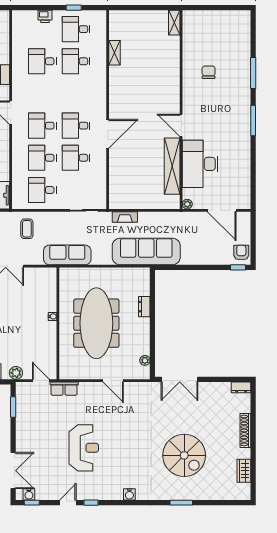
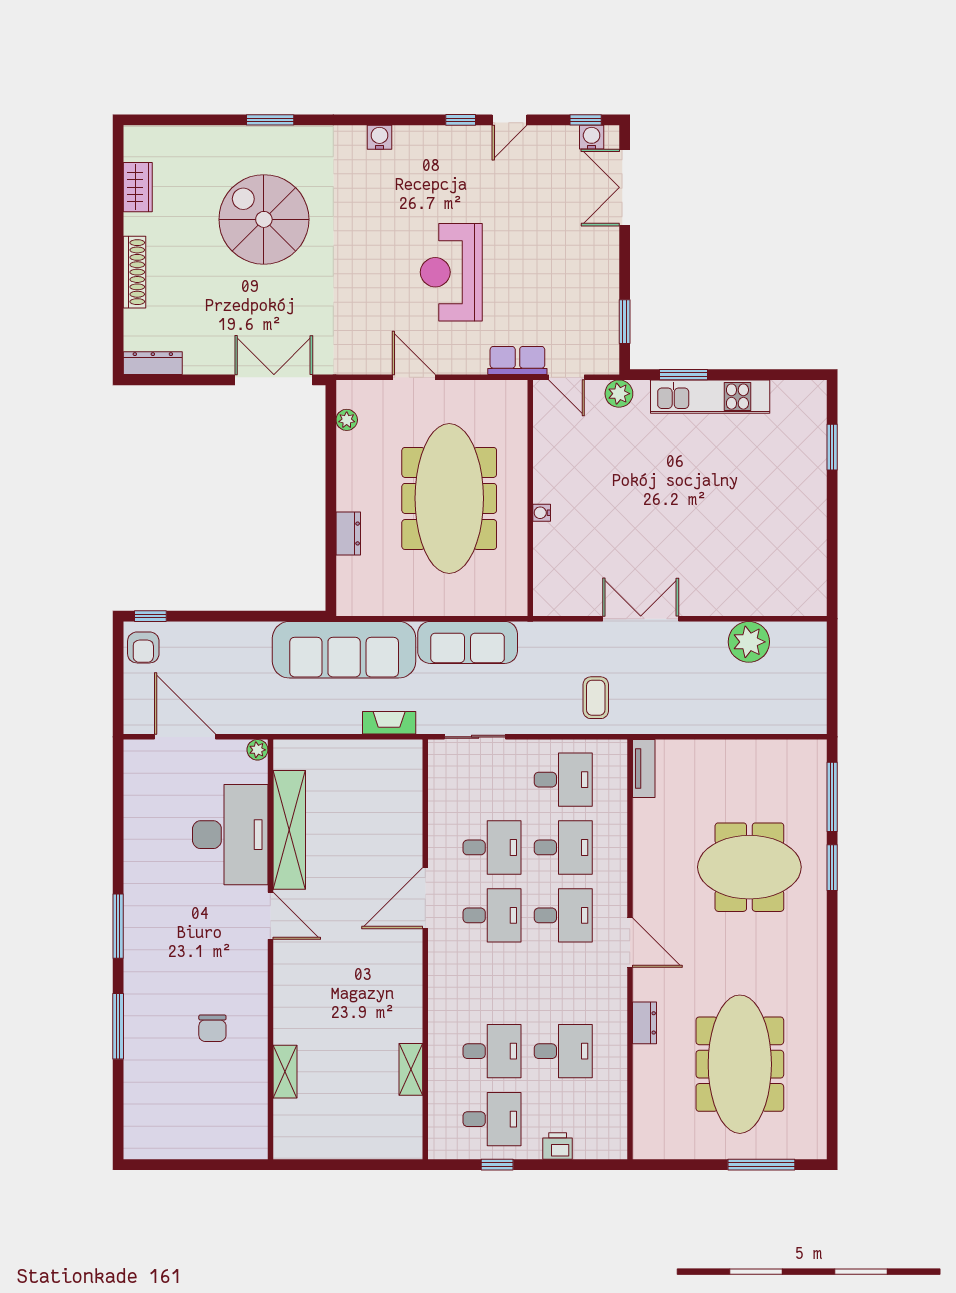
shelving: (174, 23) -> (285, 1072), moved
sofa: (67, 255) -> (468, 642), moved
dresser: (241, 387) -> (153, 363), width x1.44
reception desk: (84, 448) -> (451, 272), moved

